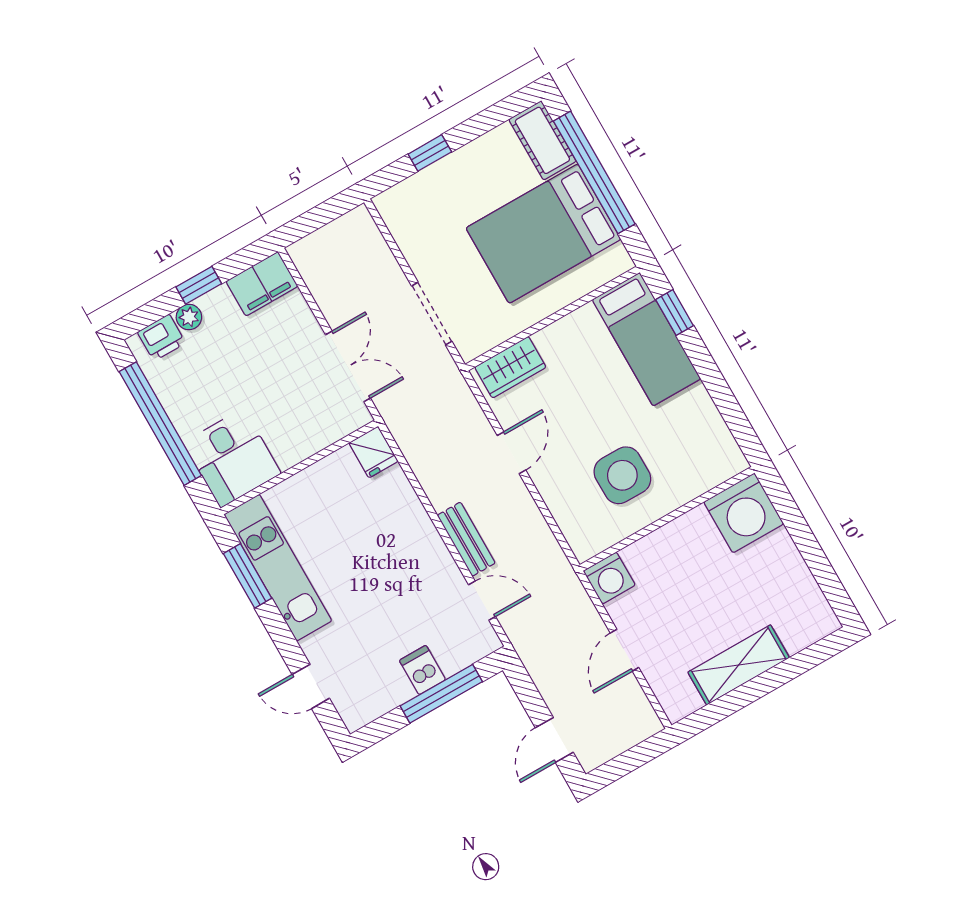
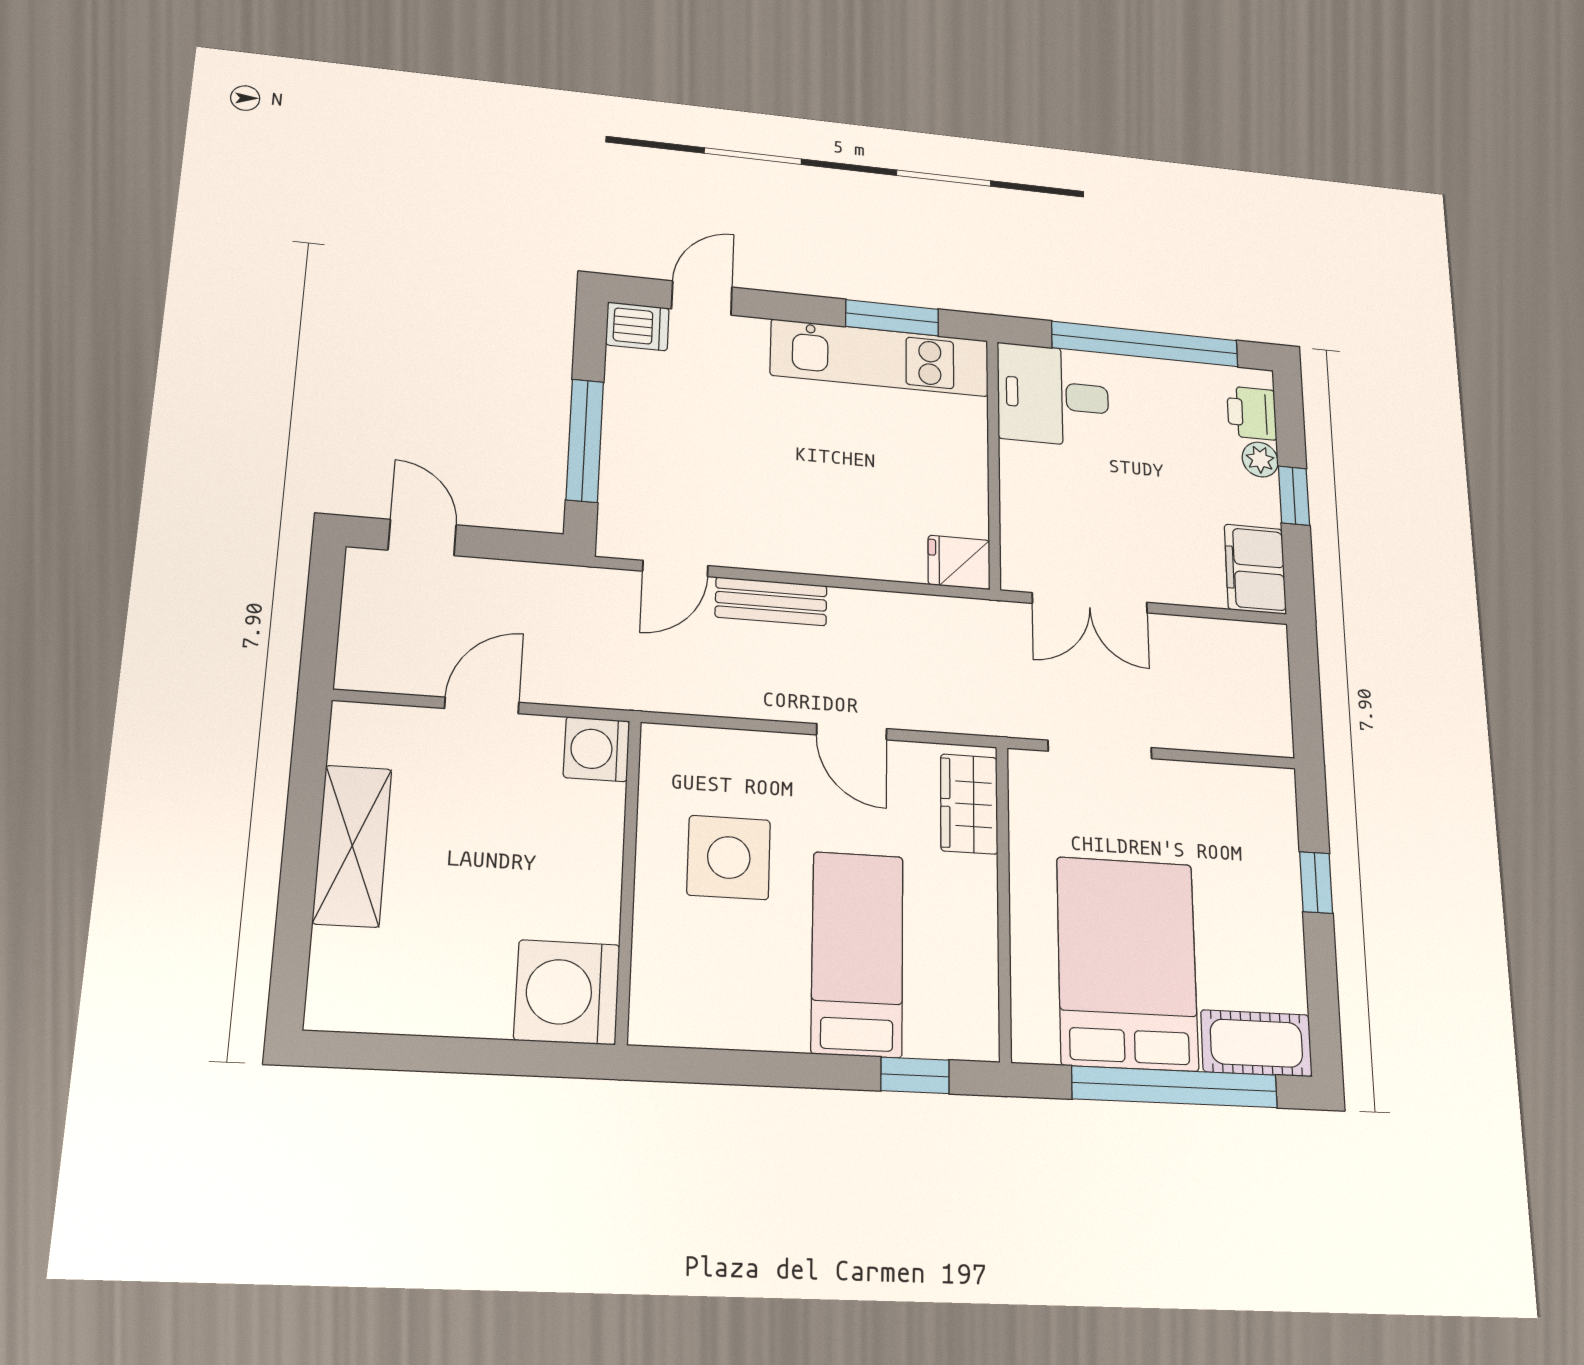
bed: (646, 339) -> (857, 954), moved, turned 90
door: (625, 650) -> (482, 705), hinge flipped
dishwasher: (422, 670) -> (637, 326), moved

